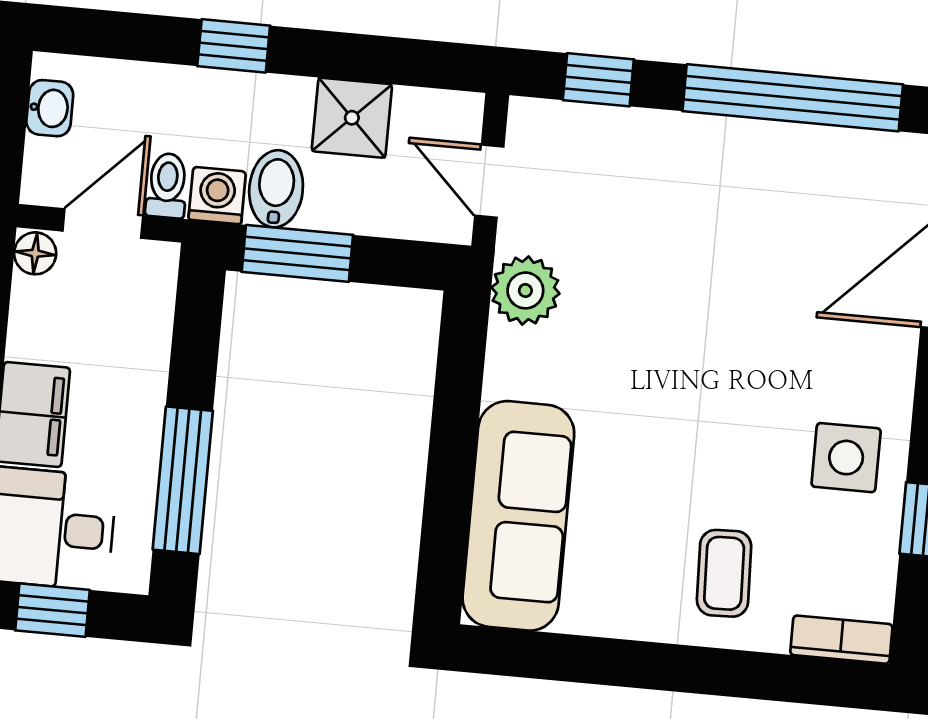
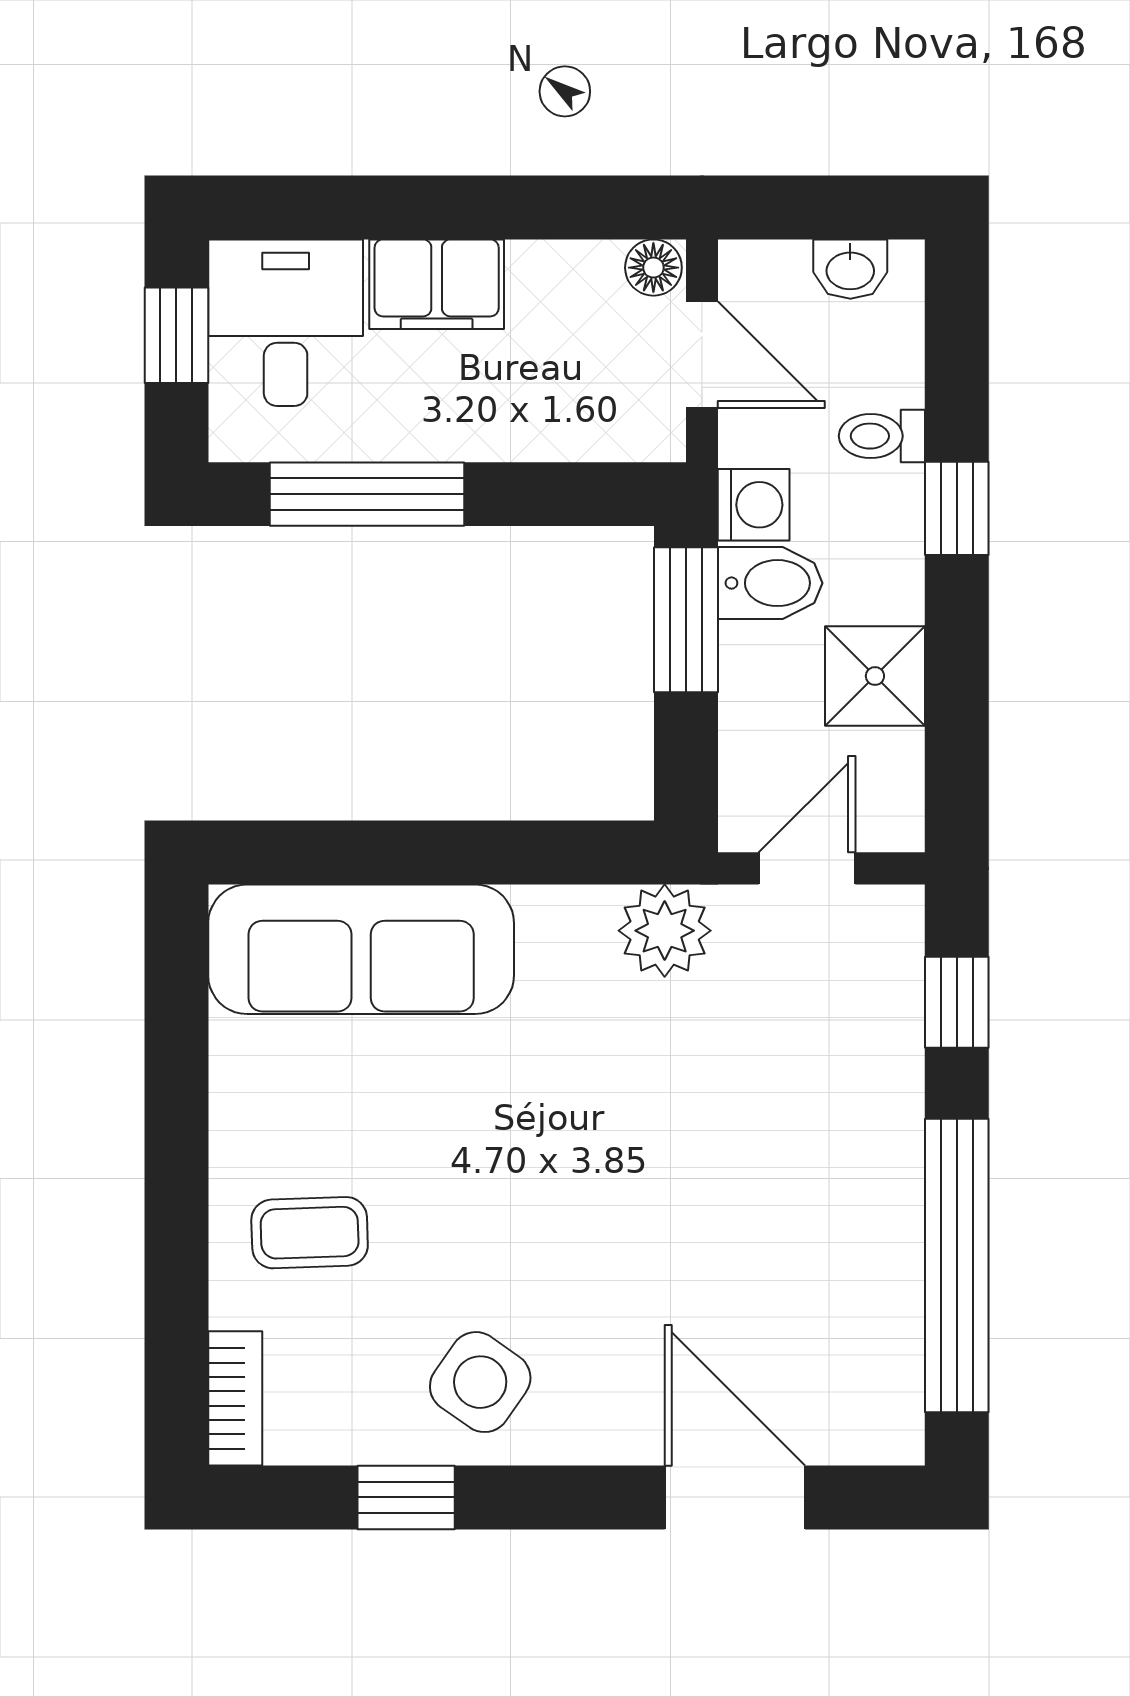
toilet: (167, 186) -> (882, 436), moved, turned 180
side table: (846, 458) -> (480, 1382), turned 35

